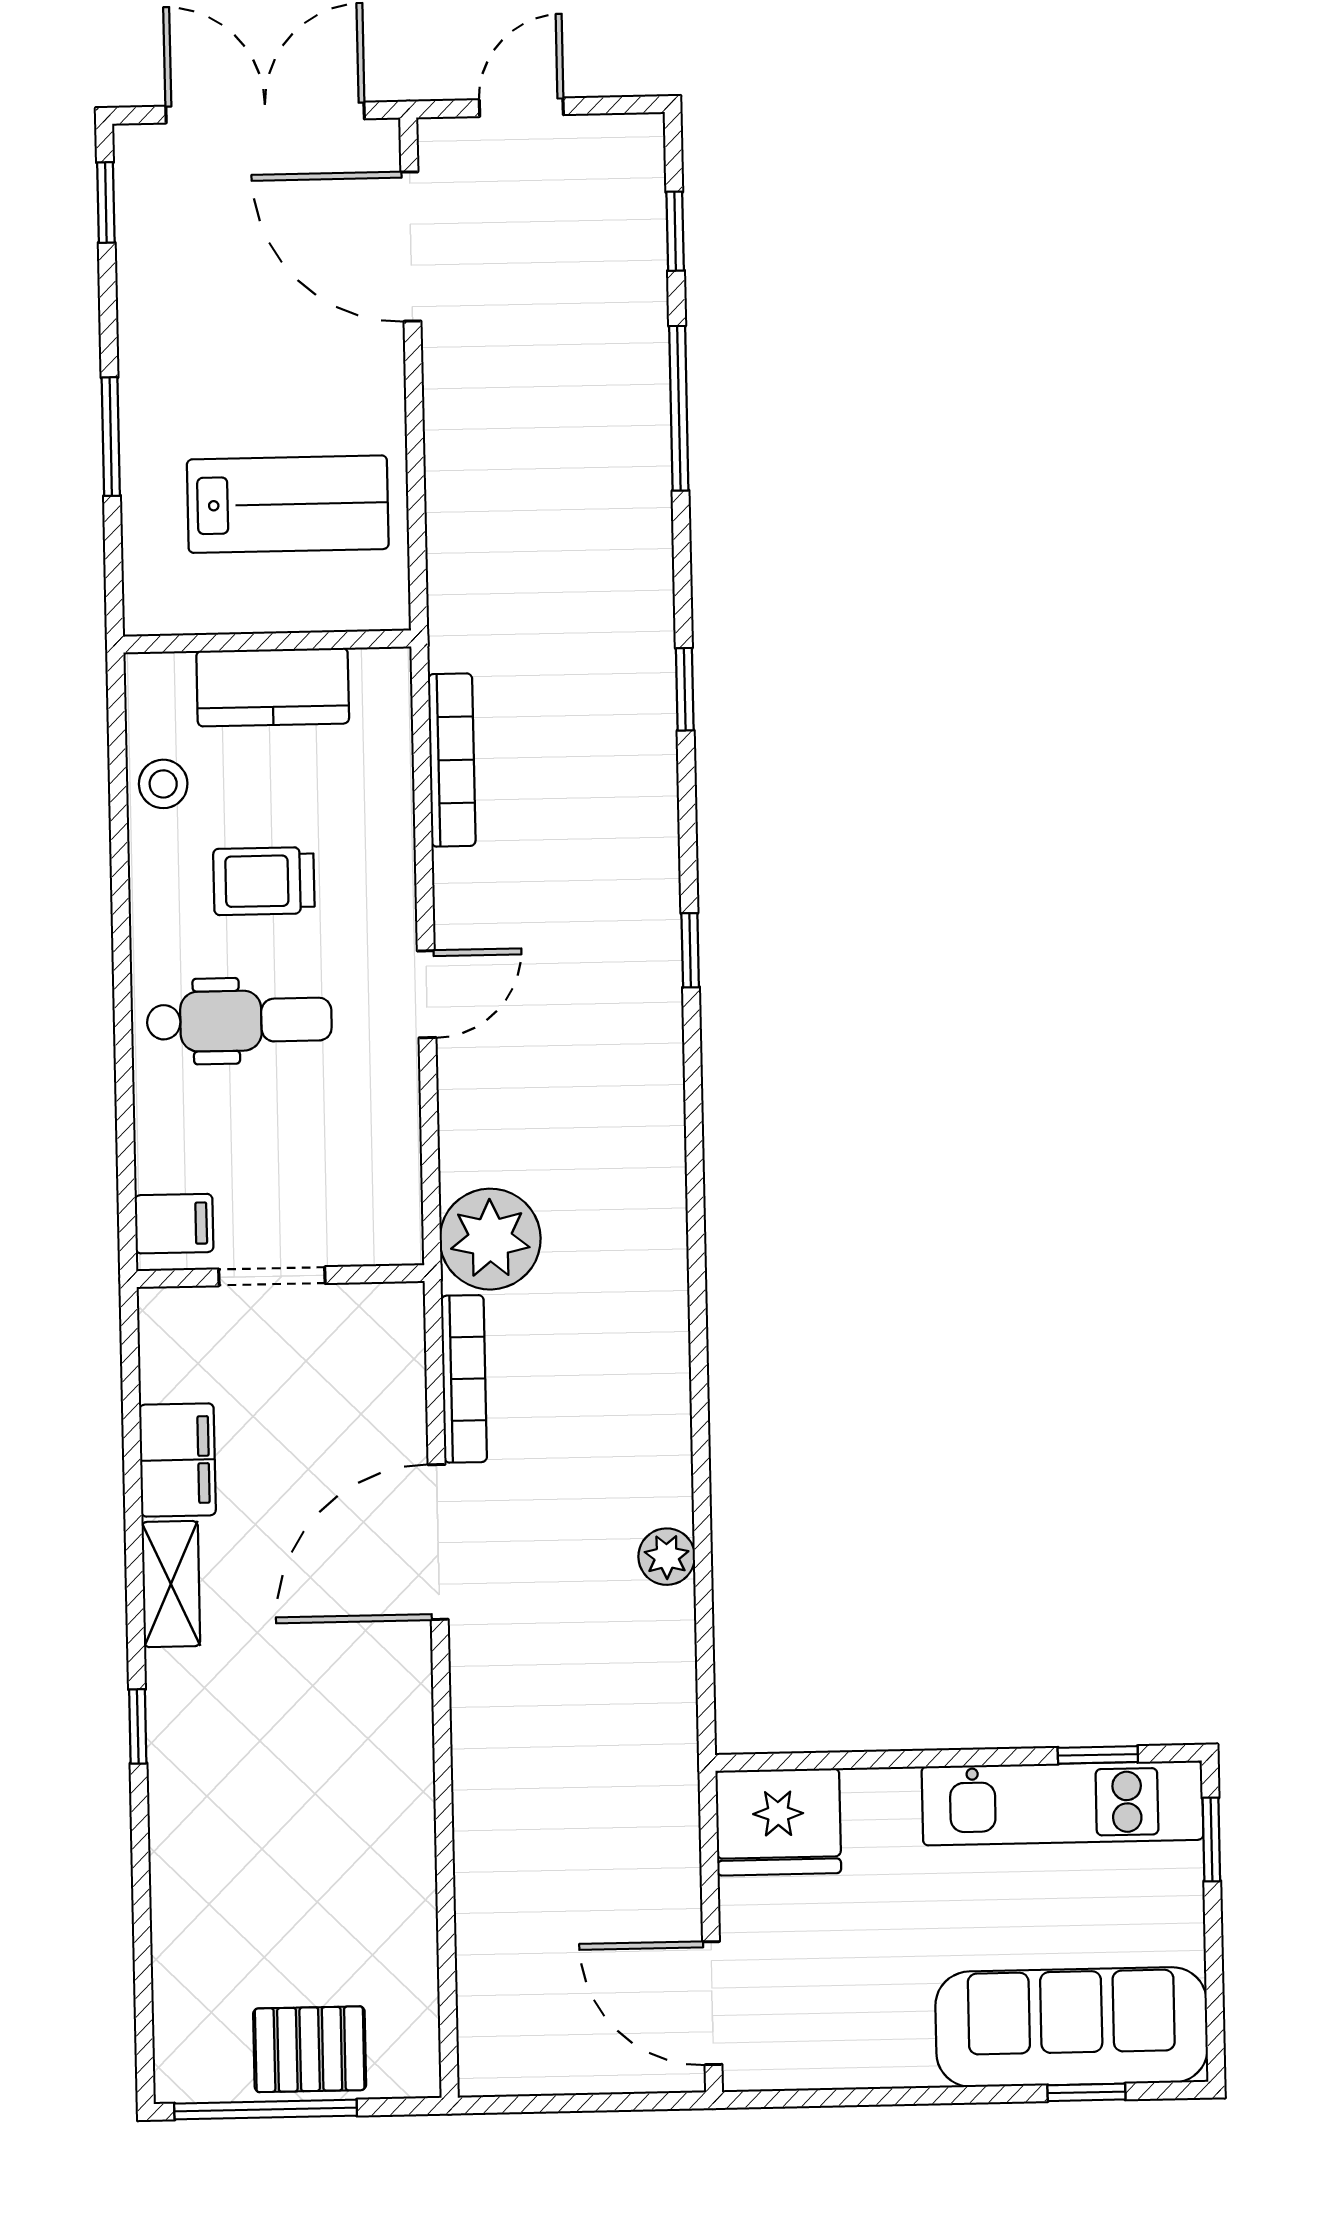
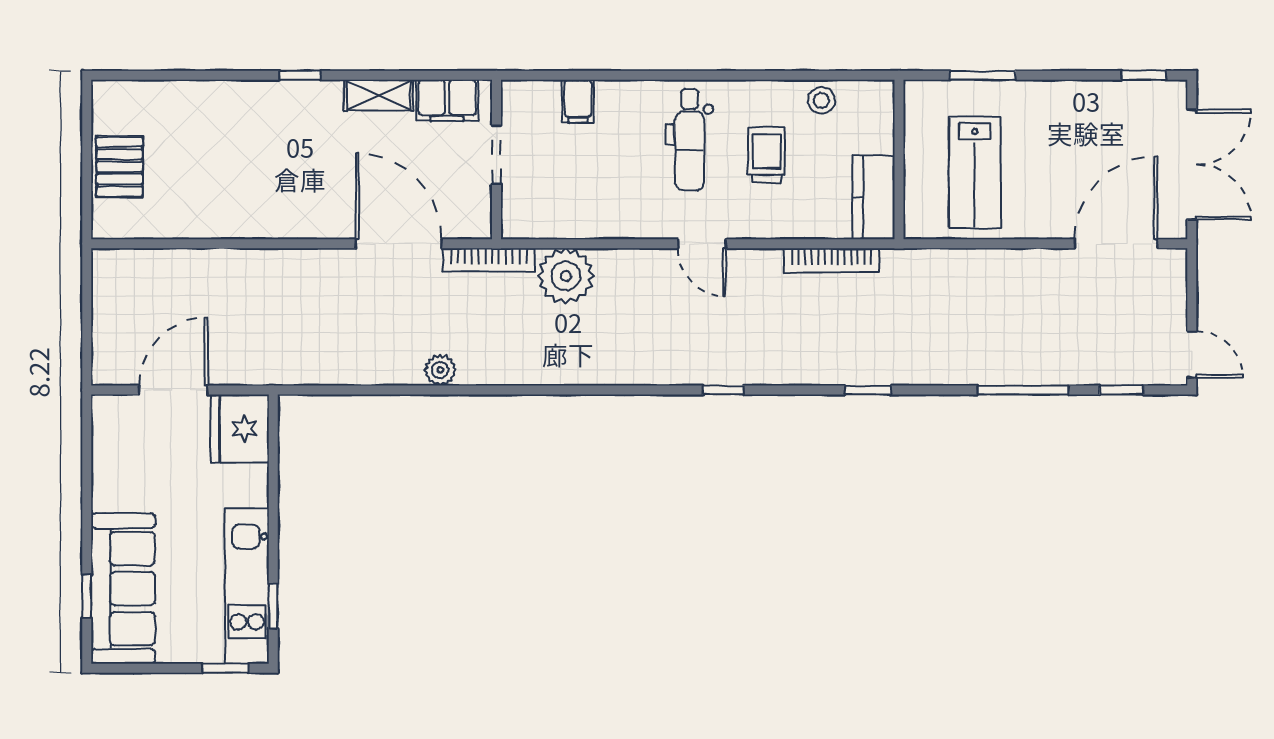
door: (521, 107) -> (1192, 355), moved
window: (111, 437) -> (983, 75), moved
kitchen counter: (273, 687) -> (874, 197), moved
doorway: (272, 1276) -> (496, 155), moved
wall: (280, 1276) -> (496, 160), moved
plant: (667, 1557) -> (440, 370), moved
door: (712, 2003) -> (173, 390), moved
window: (266, 2110) -> (87, 142), removed

